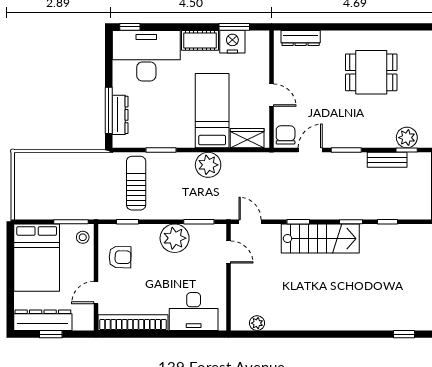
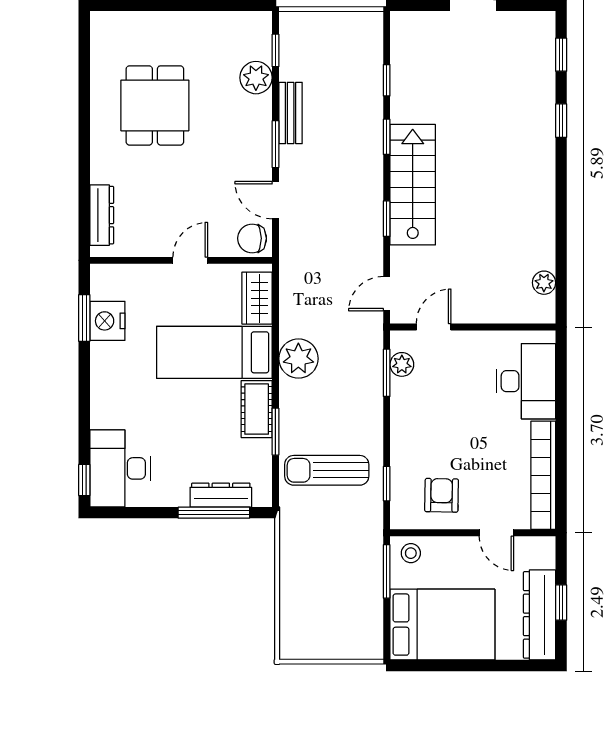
cot: (200, 40) -> (257, 409), moved
desk: (146, 56) -> (120, 468), width x0.73, depth x0.77
plant: (407, 138) -> (256, 78), moved
bench: (387, 160) -> (291, 113), moved
plant: (175, 238) -> (402, 364), moved, width x0.53, depth x0.53
window: (361, 334) -> (561, 121), added

